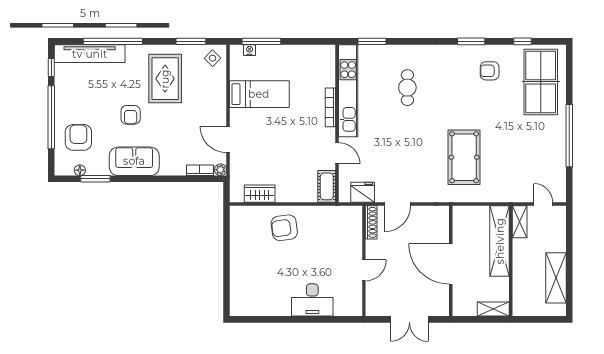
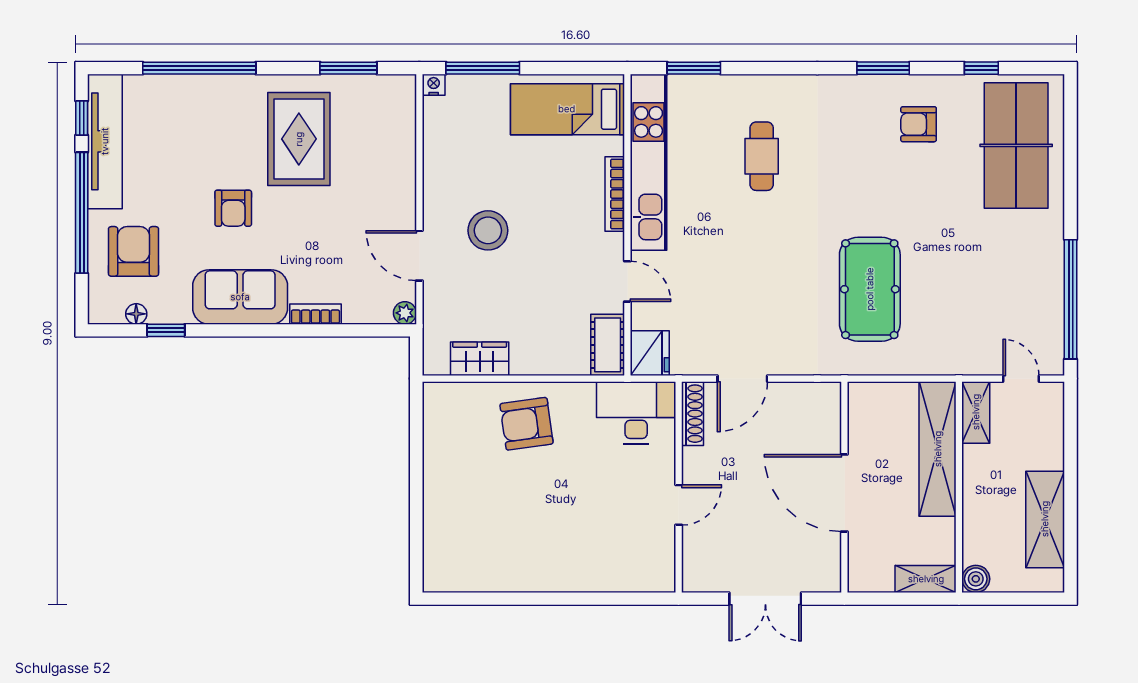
nightstand: (250, 50) -> (434, 85), moved
tv unit: (90, 54) -> (105, 141), moved, turned -90
side table: (213, 58) -> (390, 100), removed
bed: (259, 94) -> (567, 109), moved, turned 180
stool: (264, 126) -> (488, 230), added
window: (569, 136) -> (1071, 299), moved
bookcase: (200, 170) -> (315, 314), moved
window: (95, 179) -> (166, 330), width x0.67
fridge: (363, 192) -> (650, 353), moved, turned 90
desk: (312, 300) -> (636, 413), moved, turned 180
boiler: (520, 309) -> (976, 579), added

